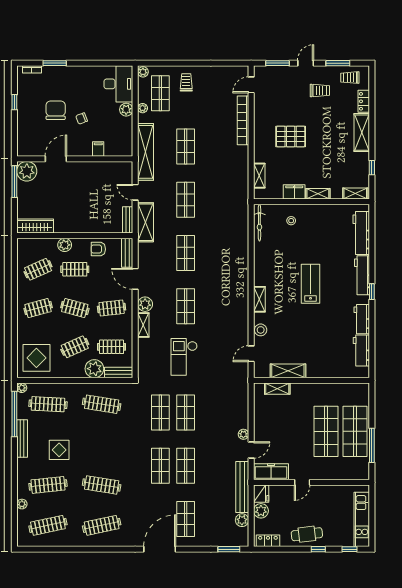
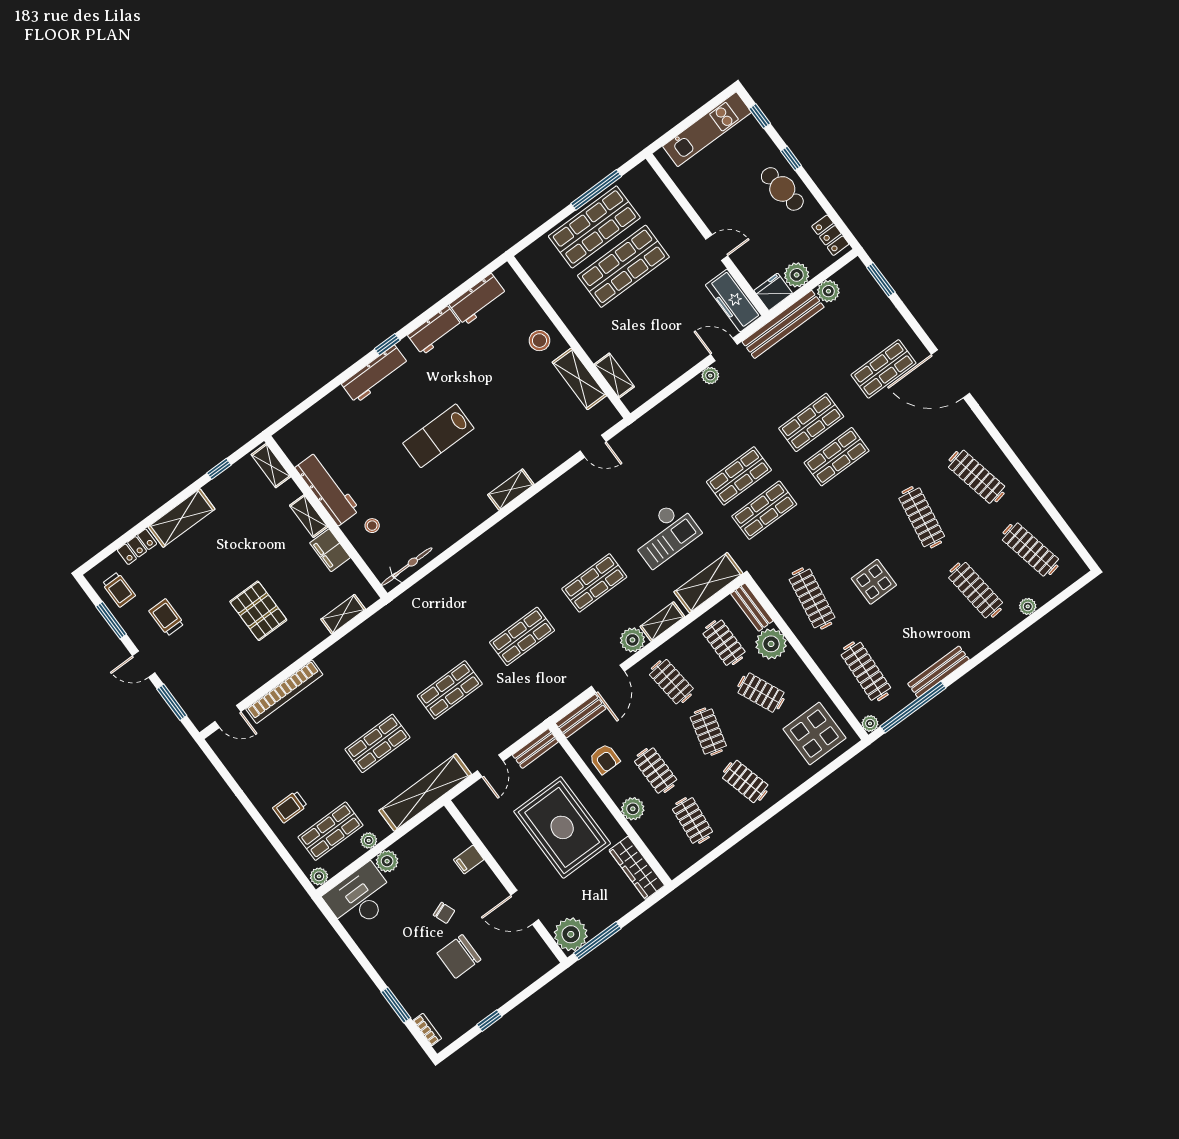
rug: (81, 205) -> (562, 827), added
shelving: (146, 222) -> (708, 583), moved
workbench: (361, 233) -> (327, 489), moved, turned -90
clothes rail: (38, 269) -> (693, 820), turned 30
stool: (261, 330) -> (539, 341), moved
display table: (59, 450) -> (874, 582), moved

